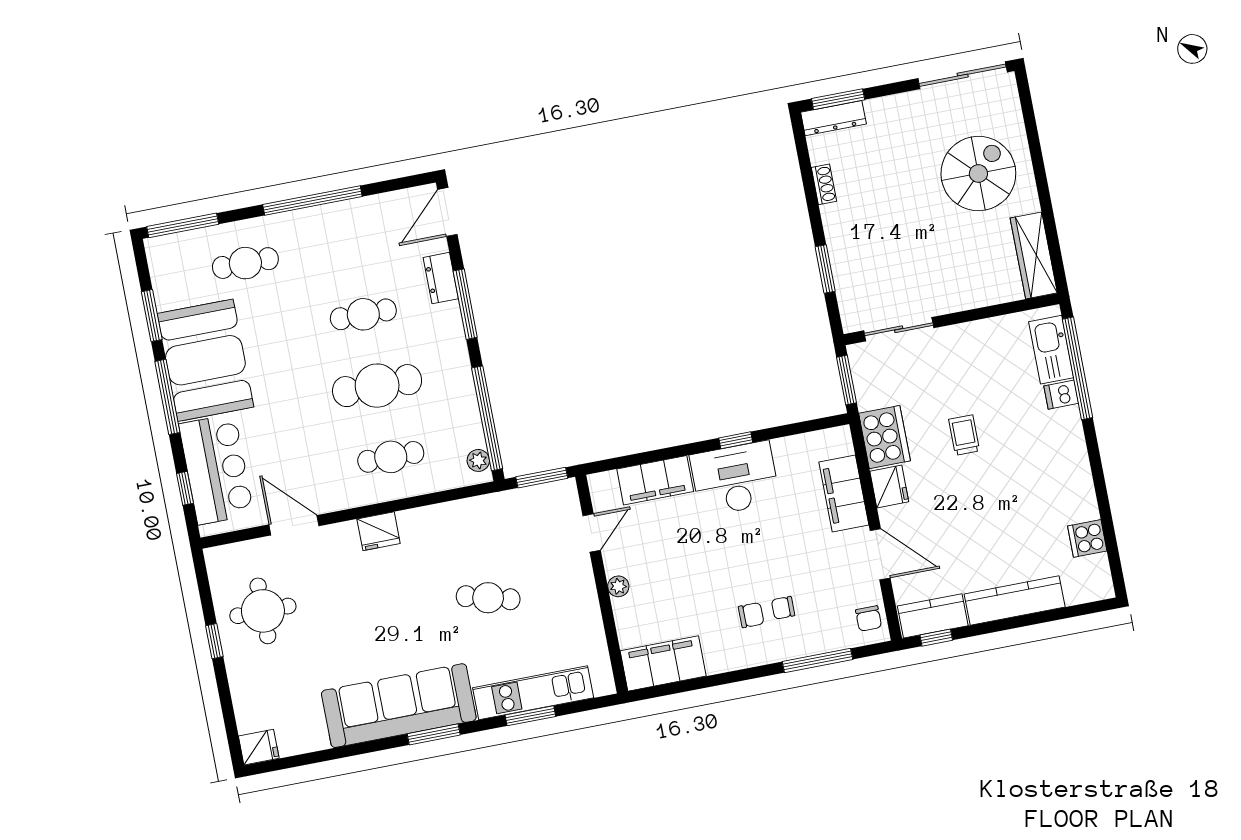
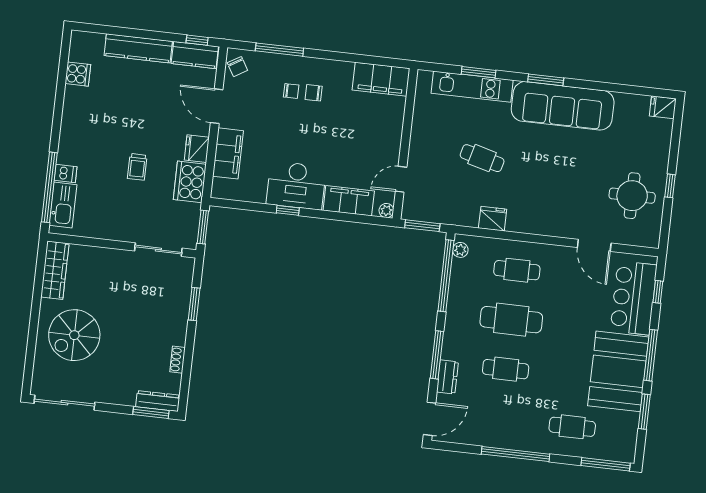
fridge: (379, 531) -> (493, 219), moved
plant: (618, 586) -> (386, 211), moved
chair: (869, 618) -> (237, 67), turned 149

